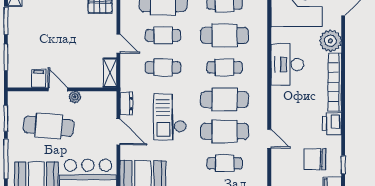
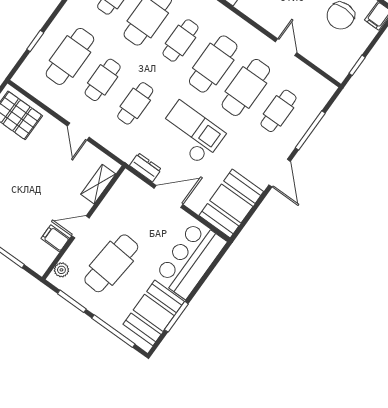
door: (118, 44) -> (78, 132), swing flipped
shelving: (110, 73) -> (98, 184), moved, turned 90
plant: (75, 97) -> (61, 270), moved
checkout: (170, 117) -> (191, 133), turned 180
door: (269, 139) -> (286, 47), hinge flipped

